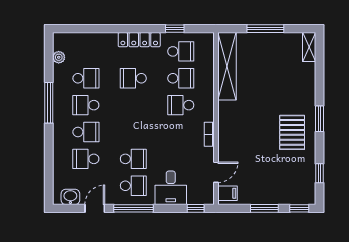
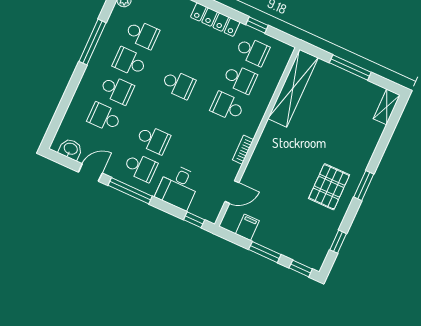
school desk: (133, 78) -> (178, 84), moved, turned 180
filing cabinet: (227, 193) -> (247, 227), moved, turned -90

